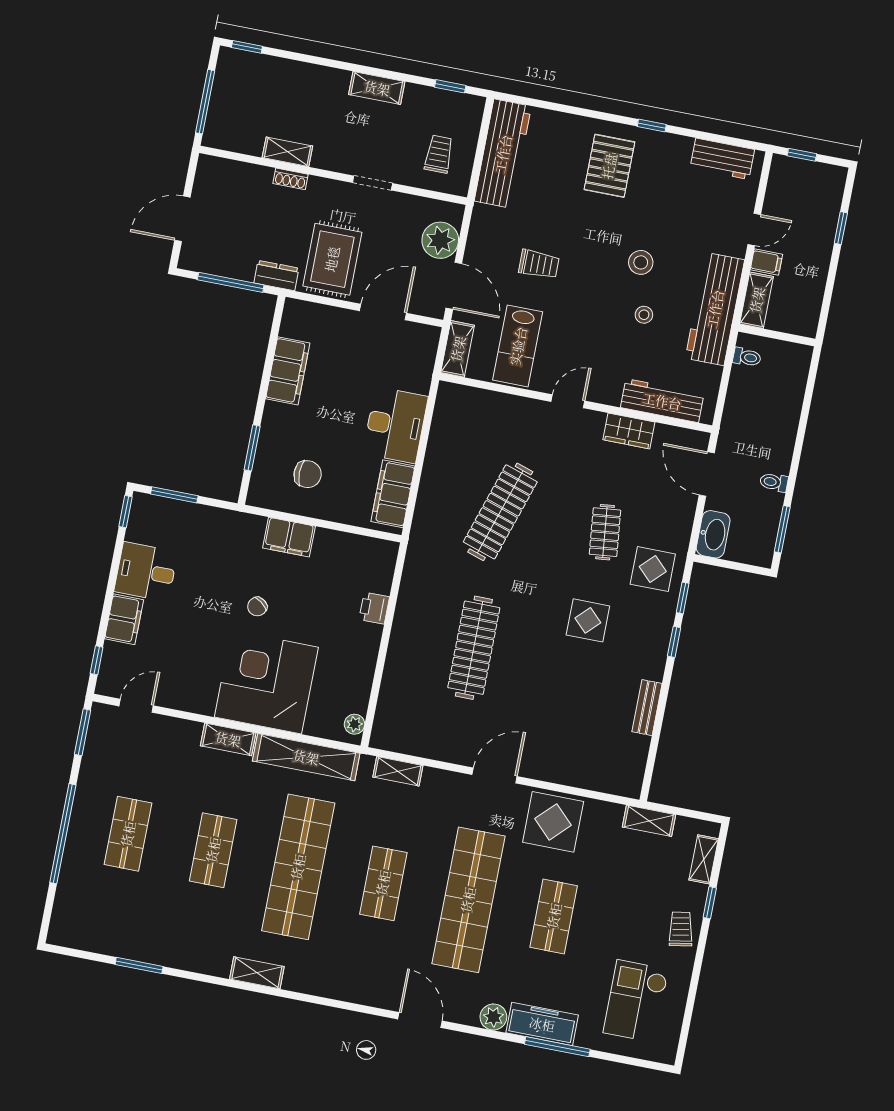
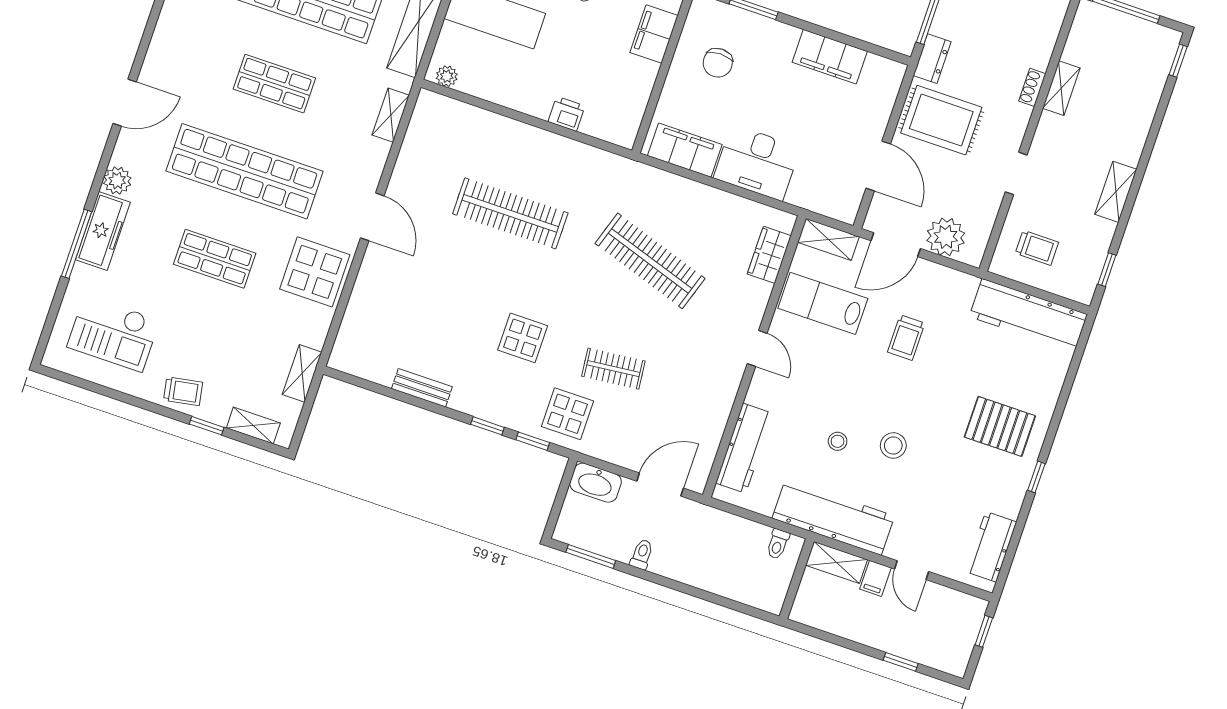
wardrobe: (629, 431) -> (769, 255), moved
checkout: (636, 1001) -> (113, 333), turned 180

